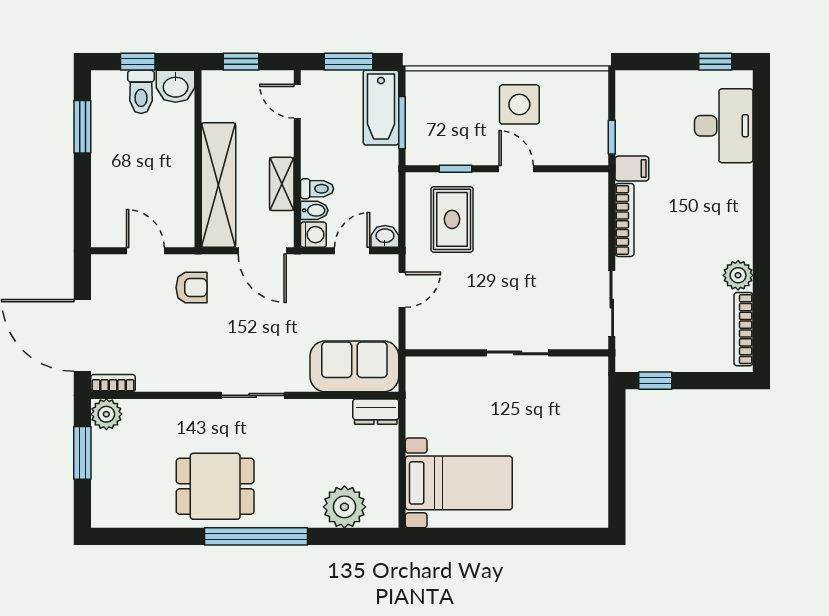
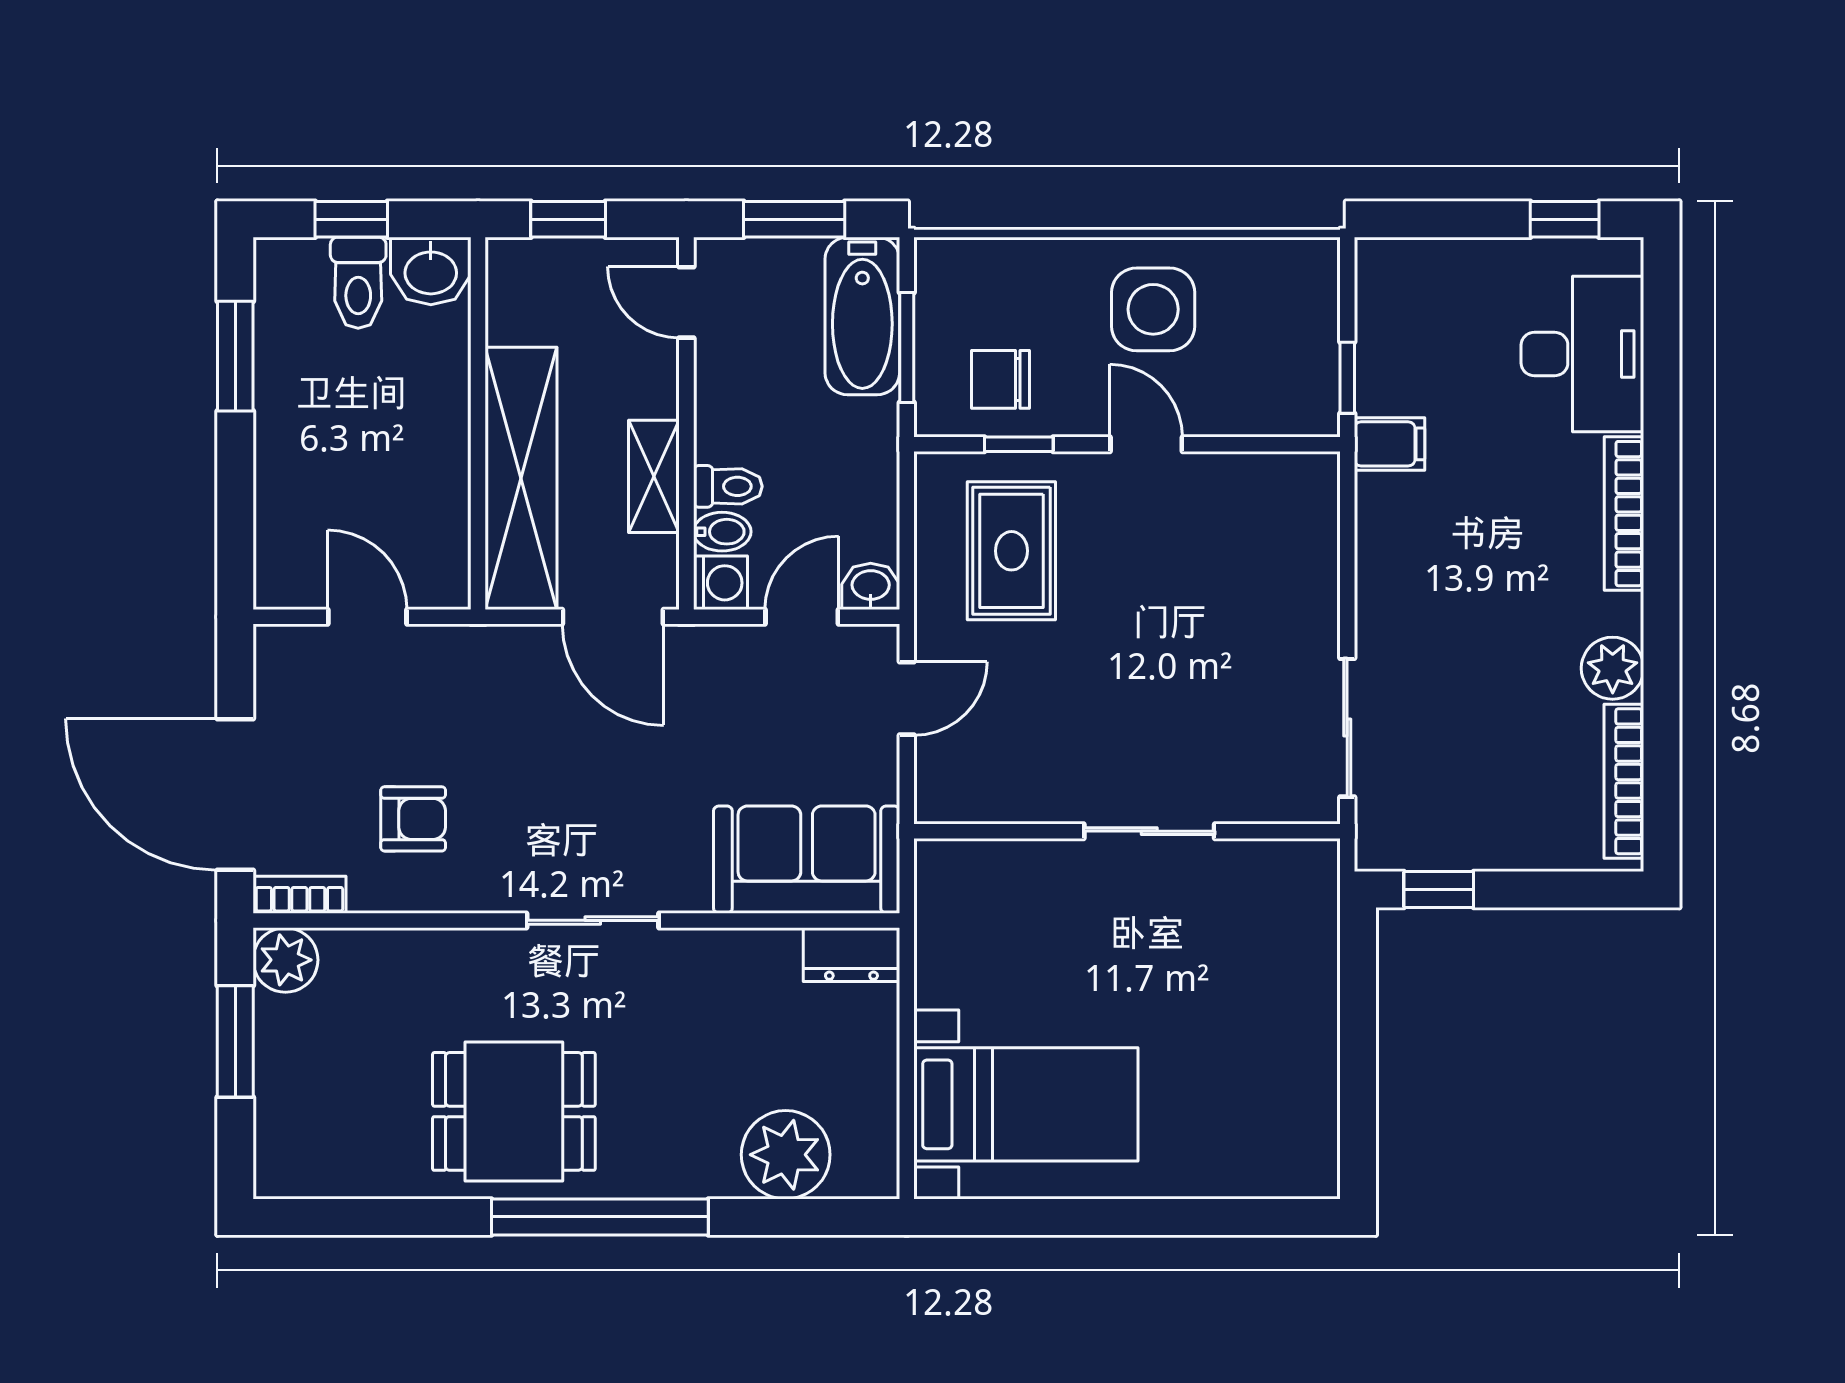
chair: (447, 138) -> (1000, 379), added
bookcase: (625, 220) -> (1624, 514), moved, turned 180
armchair: (191, 288) -> (413, 819), moved

